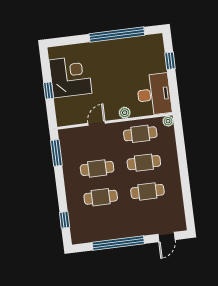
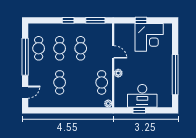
window: (170, 61) -> (139, 110), moved
desk: (154, 94) -> (142, 96), moved
cafe table: (144, 163) -> (39, 48), moved
window: (65, 220) -> (68, 20), moved
door: (166, 237) -> (25, 92), swing flipped

